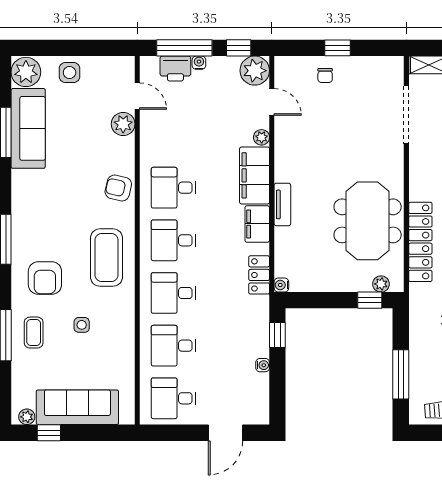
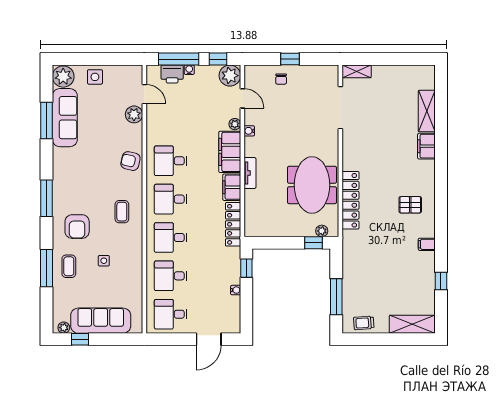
coffee table: (106, 258) -> (122, 212), width x0.54, depth x0.58
locker: (259, 275) -> (233, 224), width x1.53
water cooler: (281, 285) -> (249, 131), moved

